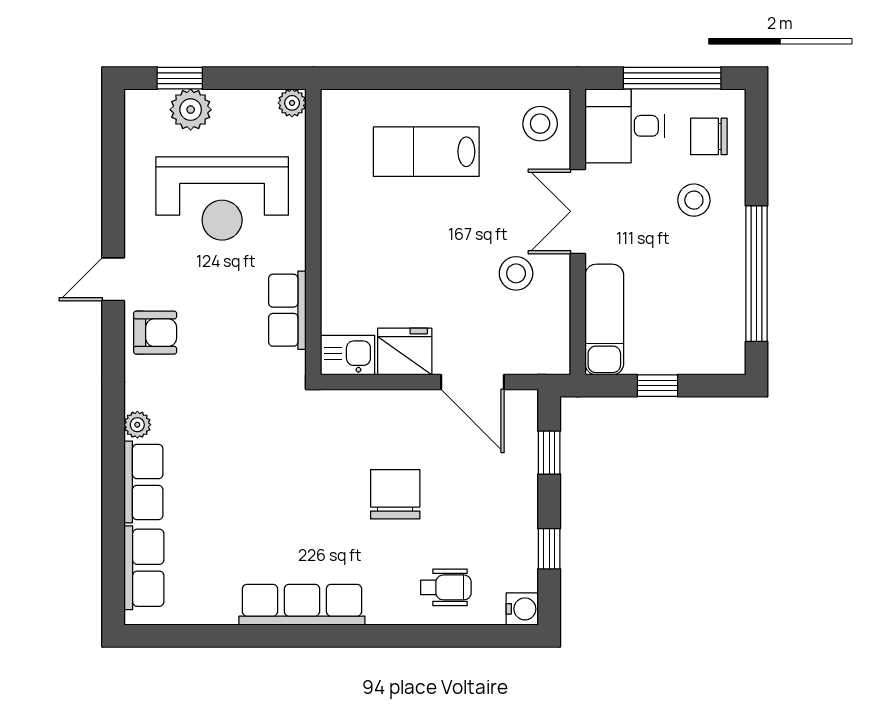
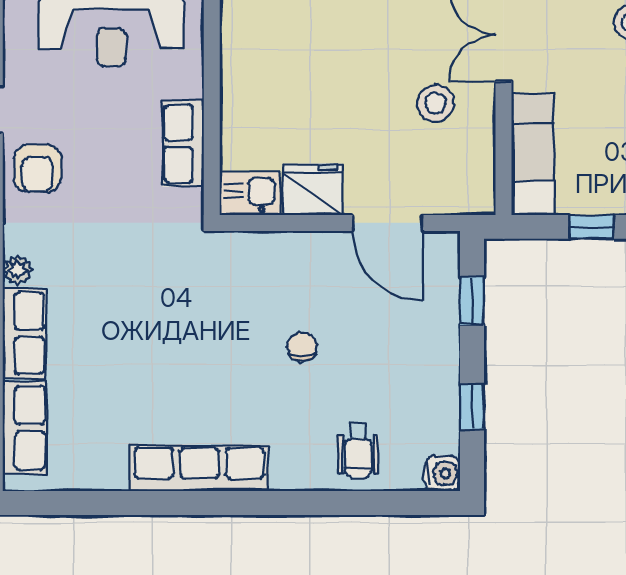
armchair: (155, 333) -> (37, 168), turned 90
chair: (395, 494) -> (302, 347), width x0.54, depth x0.54
wheelchair: (446, 587) -> (358, 450), turned 90

